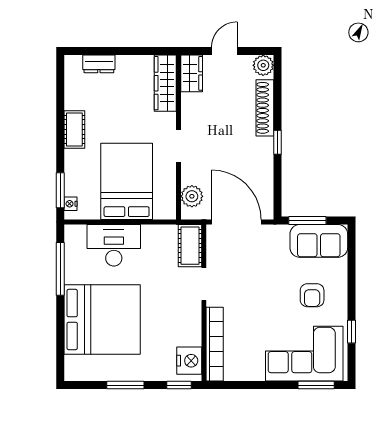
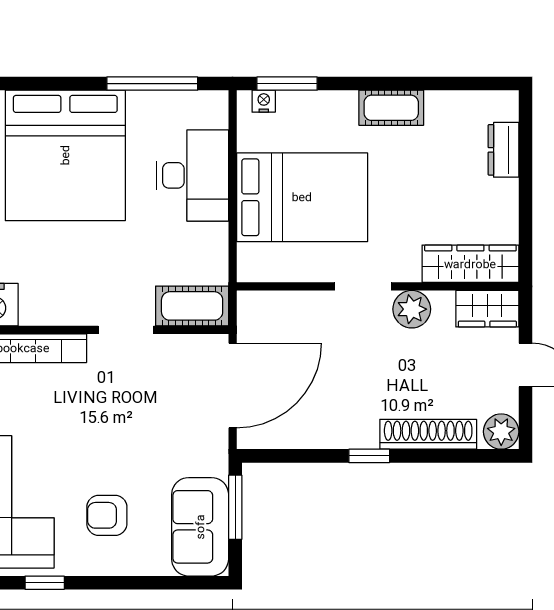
plant: (192, 196) -> (412, 309), moved

